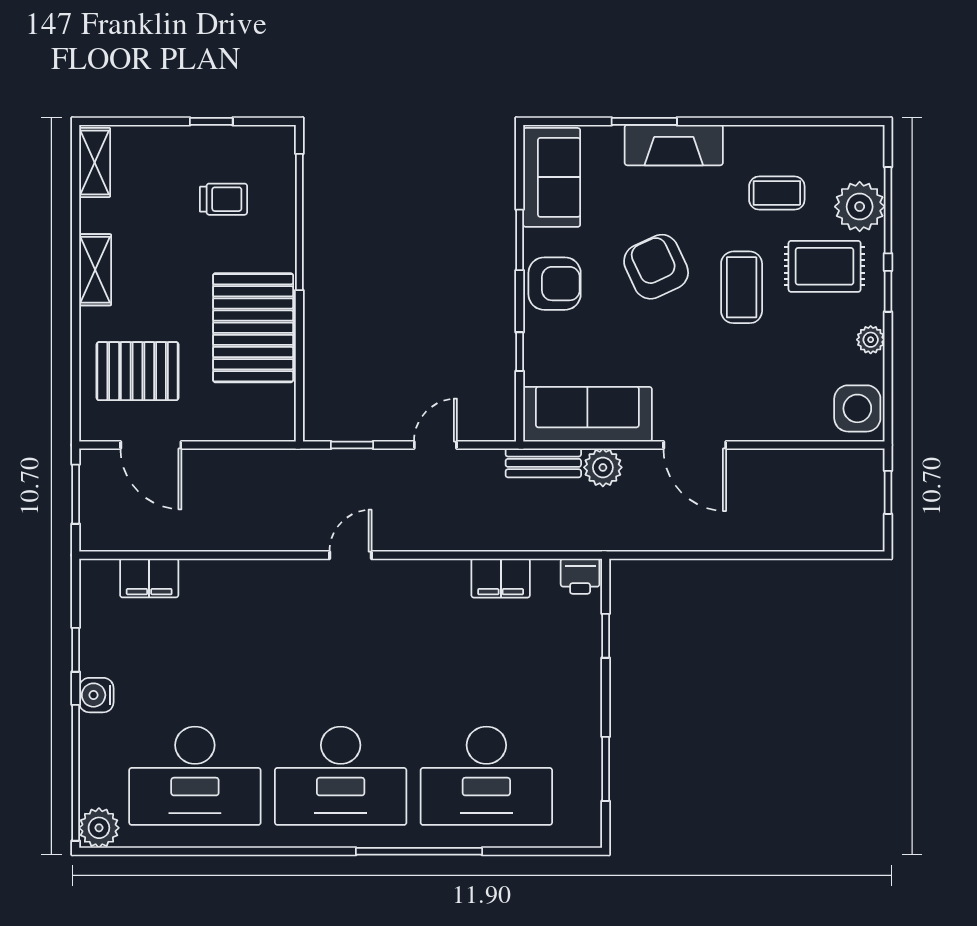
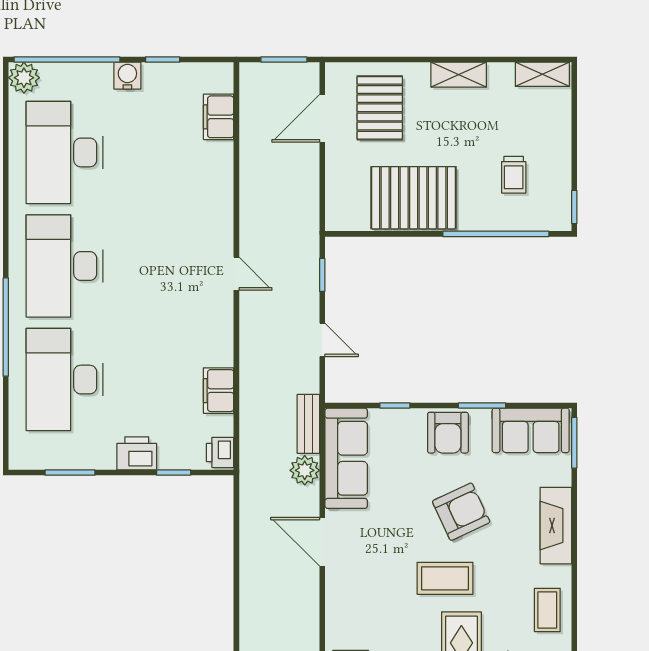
window: (211, 121) -> (574, 207), moved
window: (644, 121) -> (574, 443), moved
coffee table: (777, 193) -> (547, 610), moved
door: (695, 445) -> (322, 542), hinge flipped
printer: (581, 683) -> (137, 453), added

